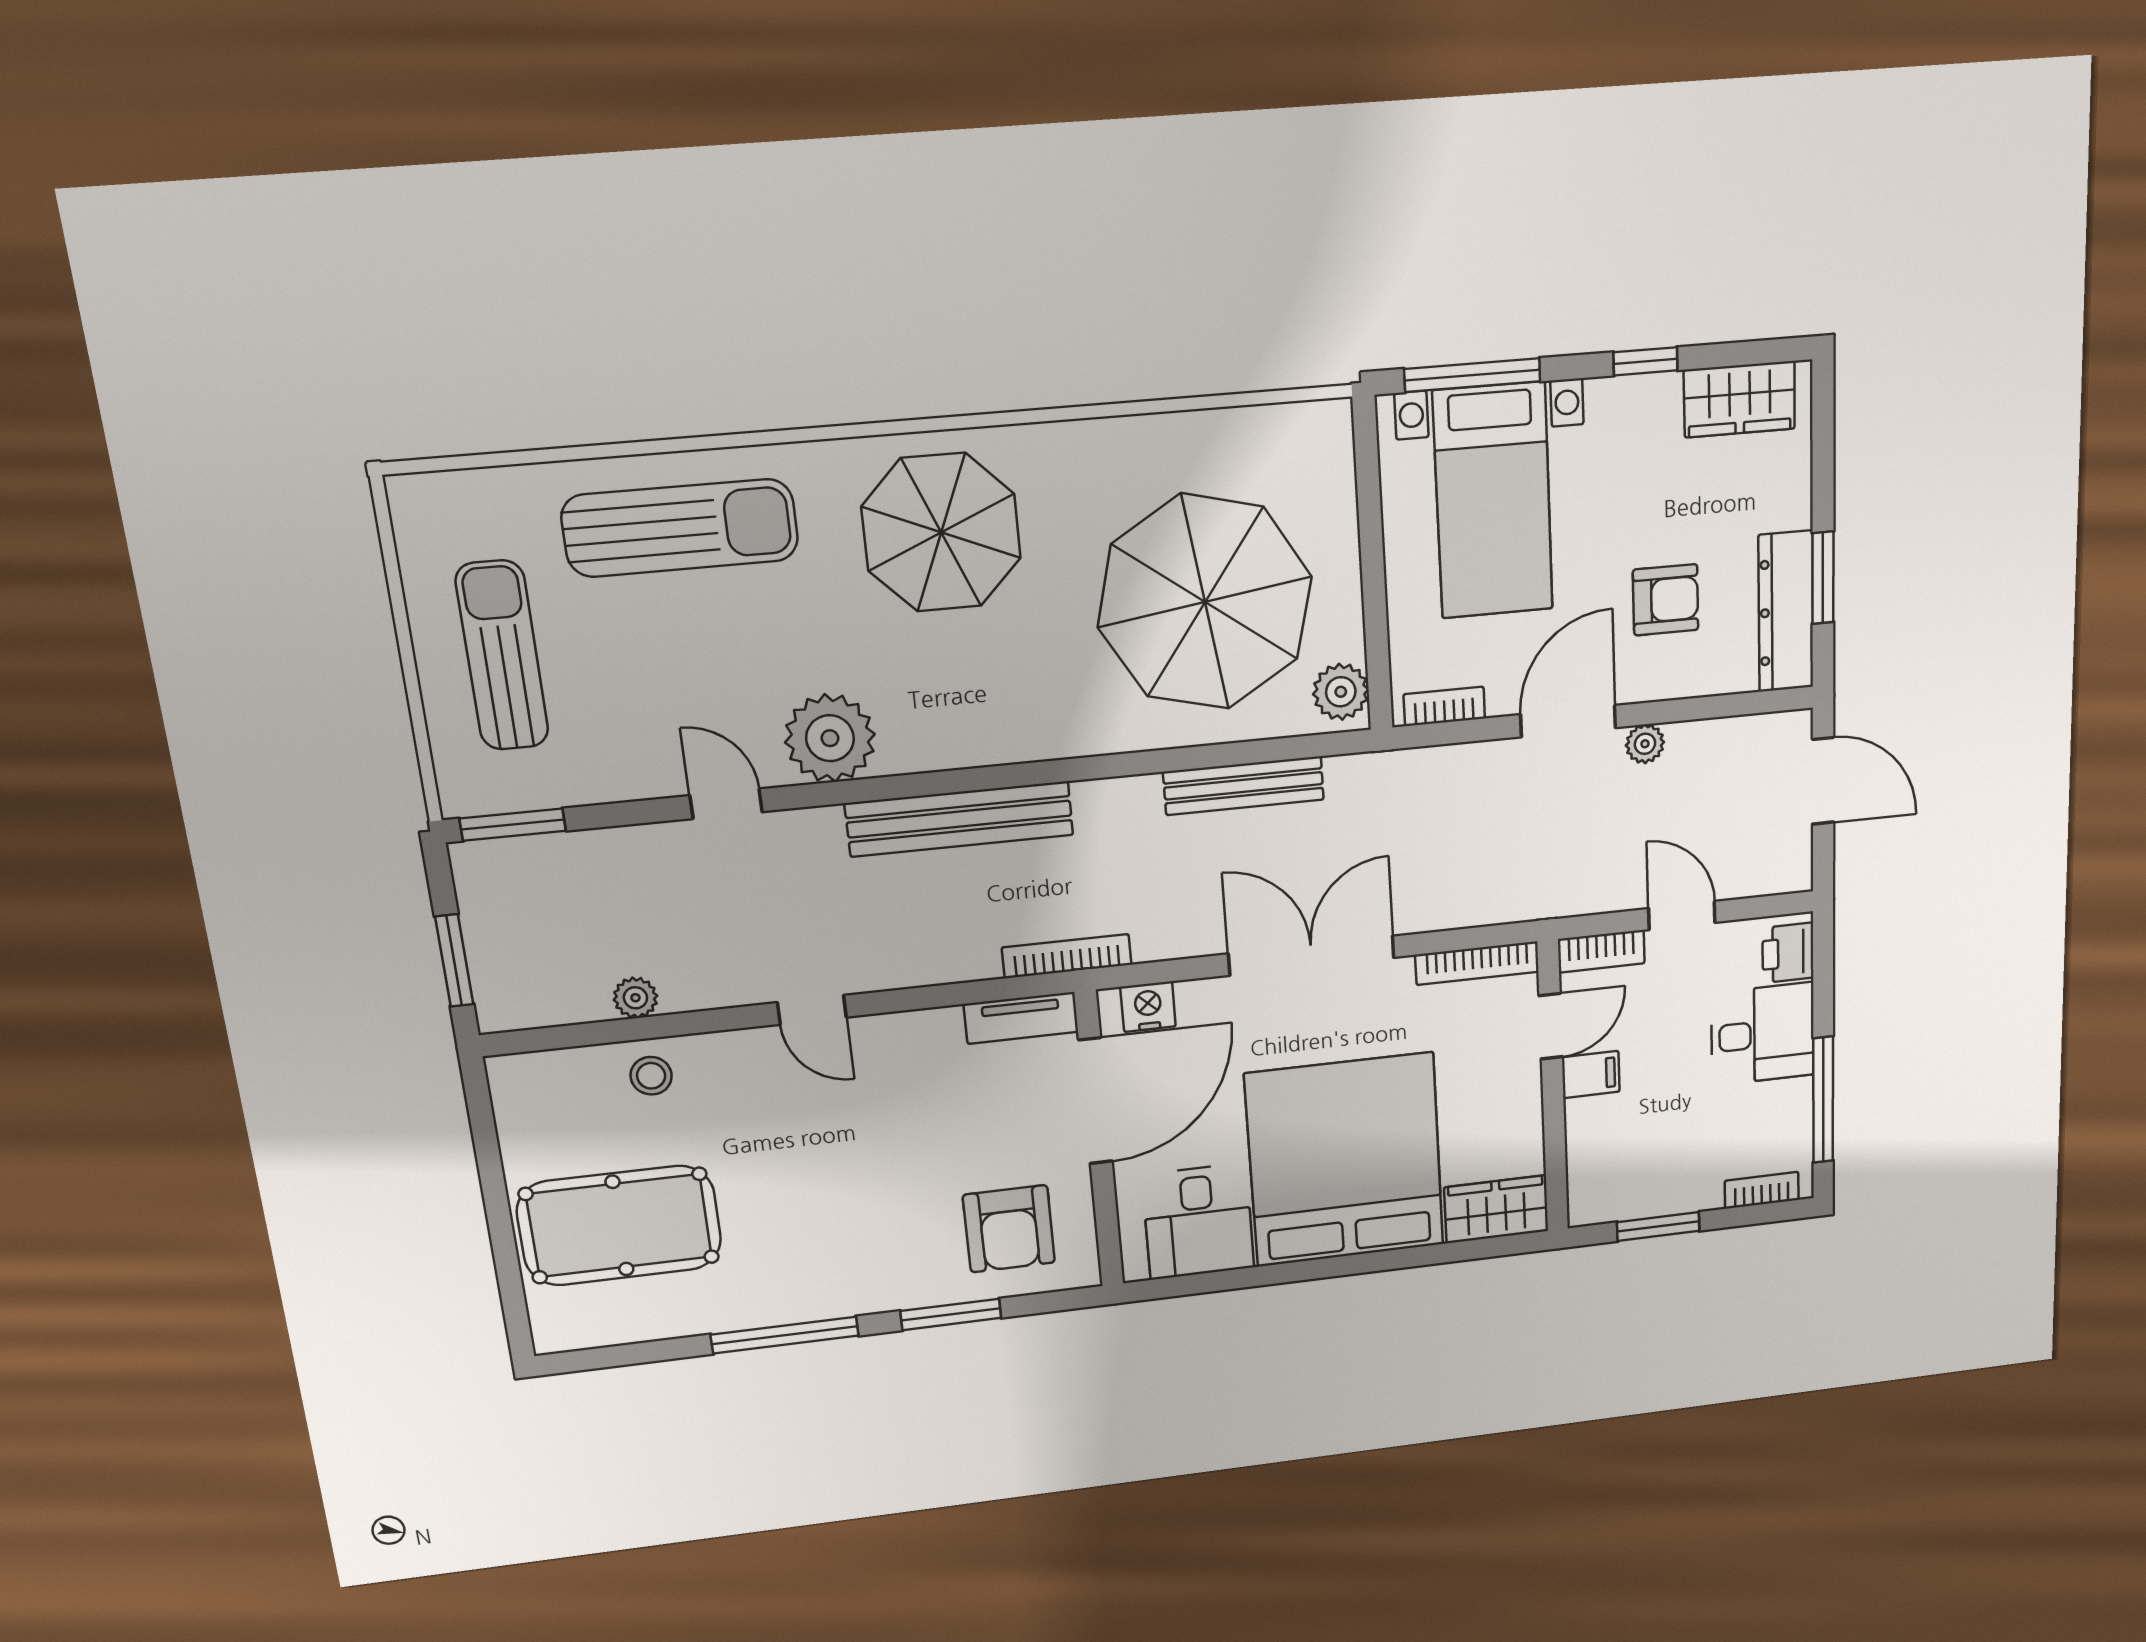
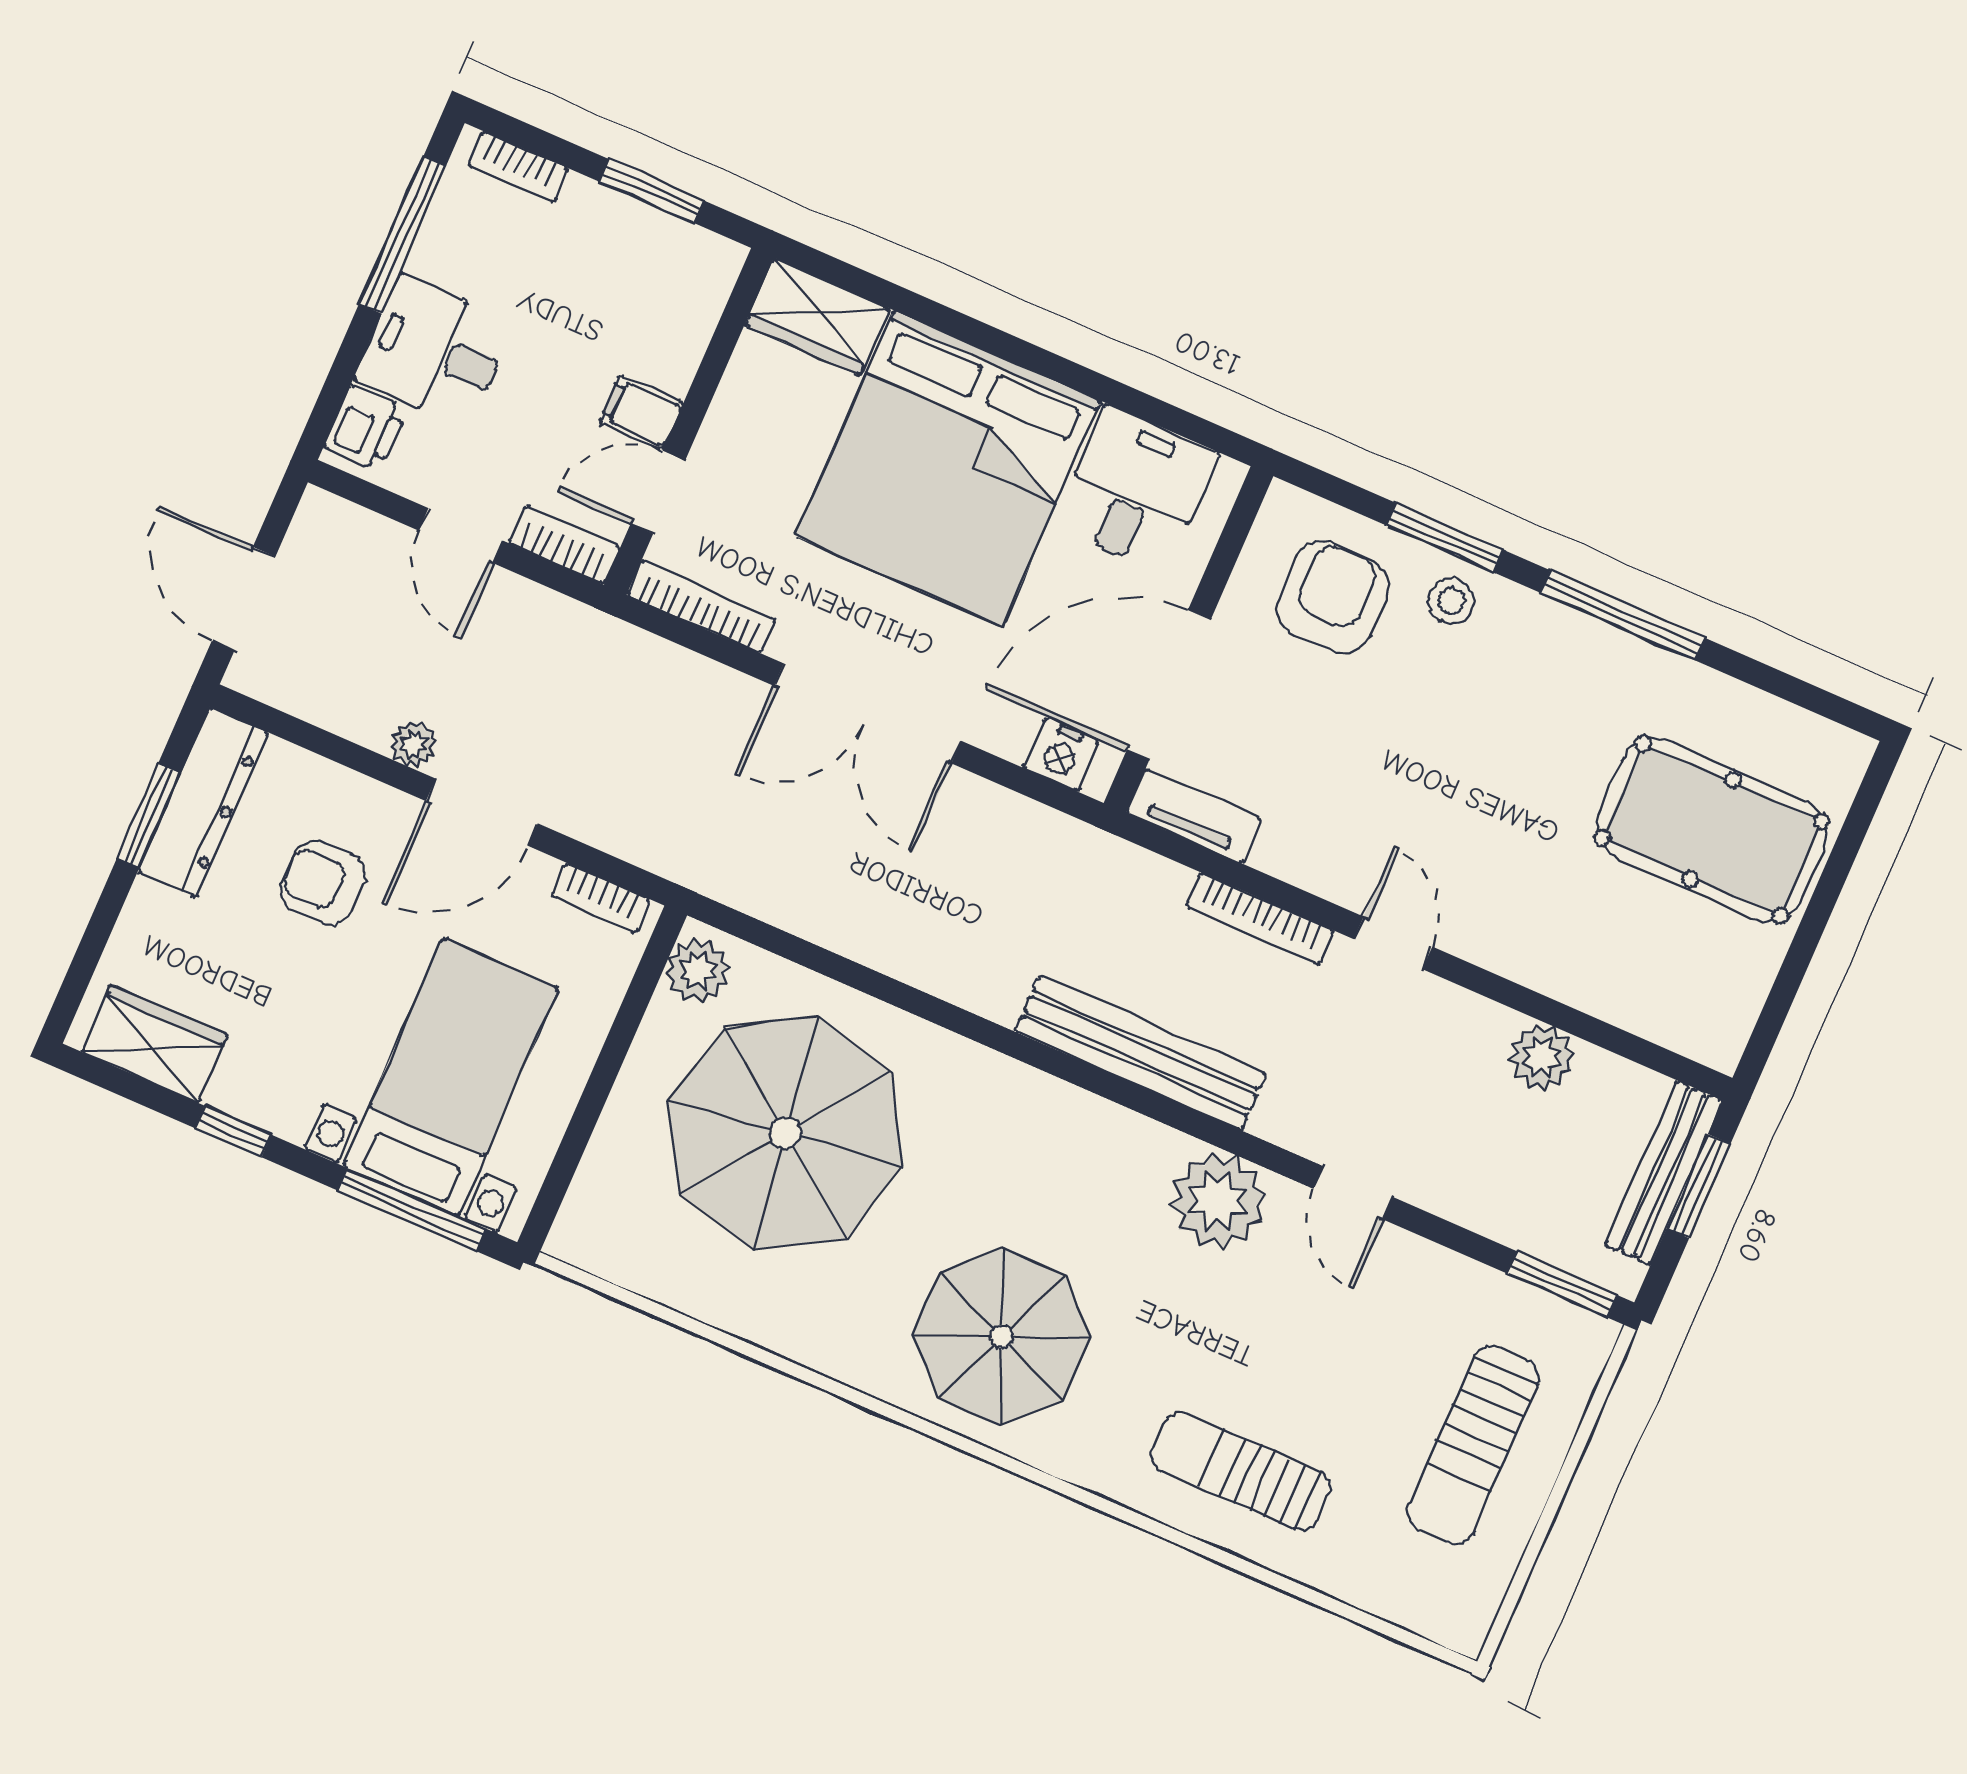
sun lounger: (680, 528) -> (1240, 1471), width x0.73, depth x0.75
bench: (1244, 786) -> (1663, 1173), moved, turned 90
bookcase: (1067, 956) -> (1260, 918), moved
plant: (635, 998) -> (1541, 1057), width x1.38, depth x1.38
stool: (651, 1076) -> (1451, 601), moved

